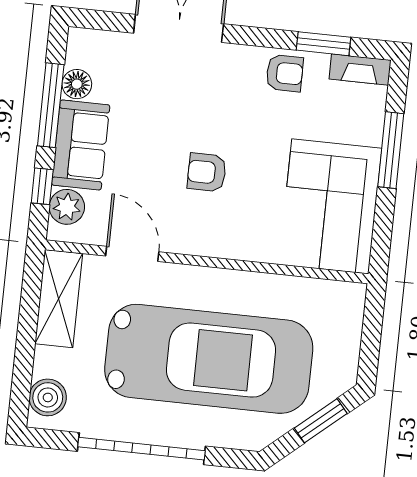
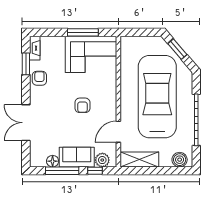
window: (391, 150) -> (83, 32), moved

